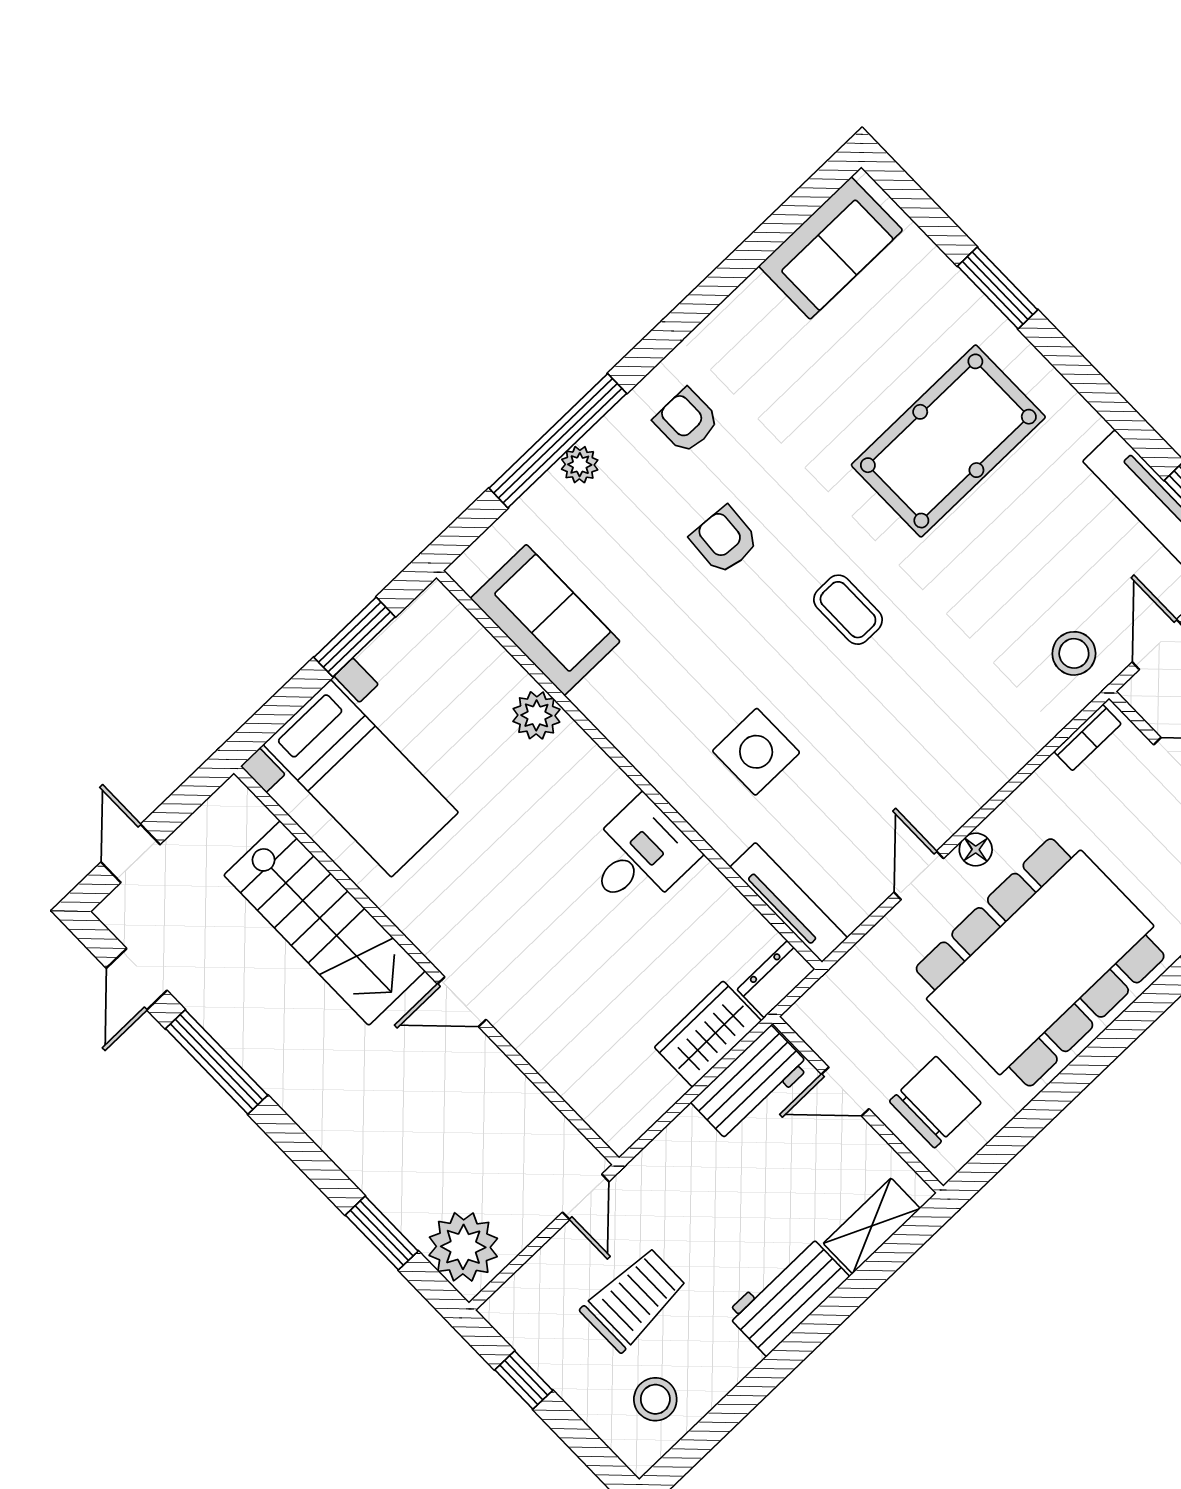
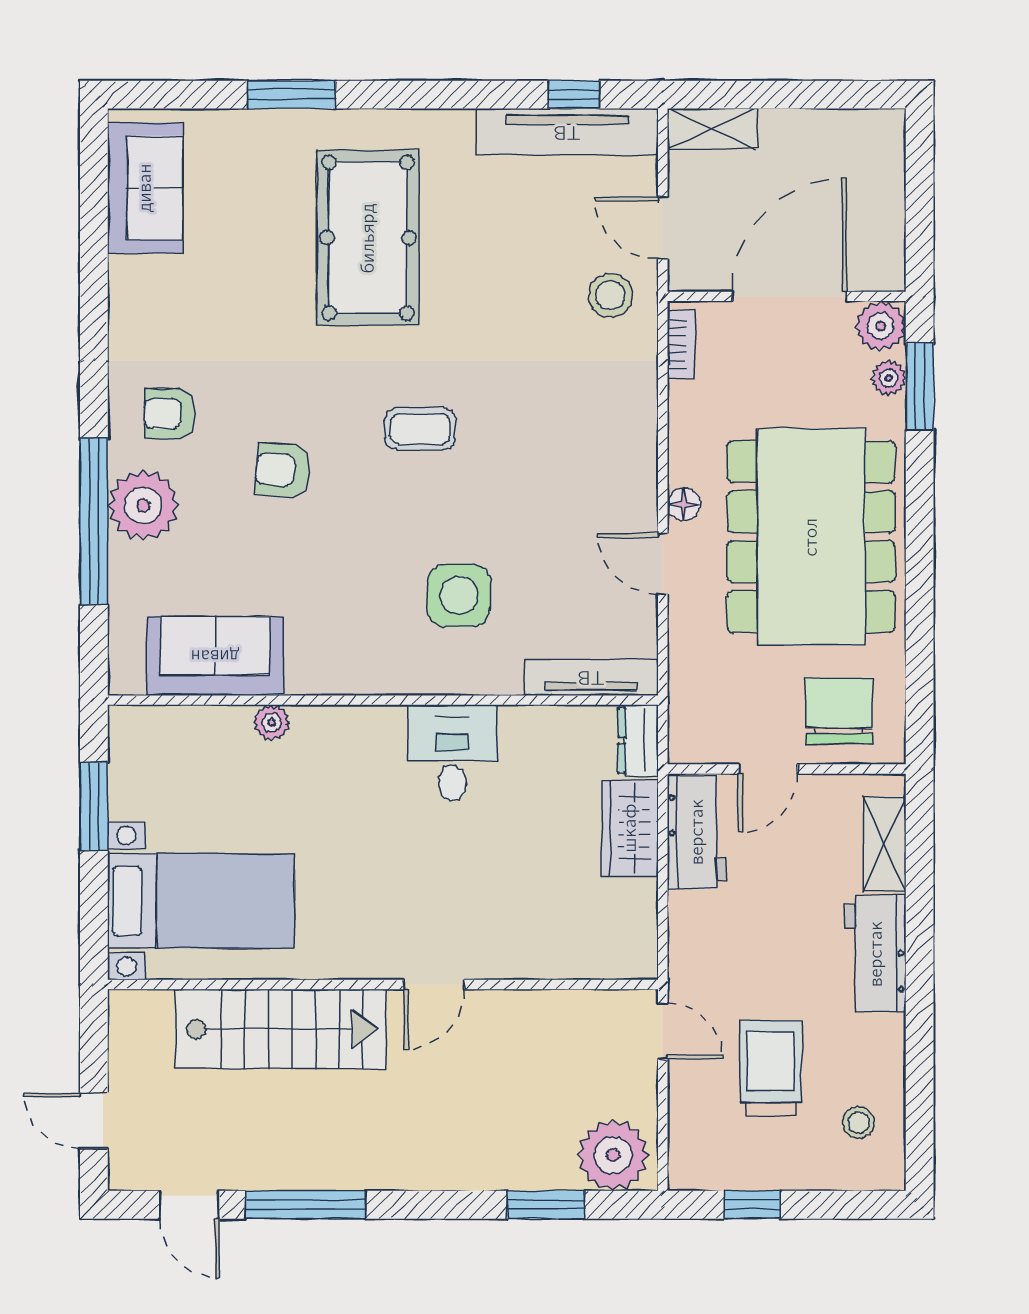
plant: (580, 465) -> (143, 505), width x1.87, depth x1.87
plant: (536, 715) -> (272, 723), width x0.73, depth x0.73
stool: (655, 1399) -> (858, 1123), width x0.73, depth x0.73

